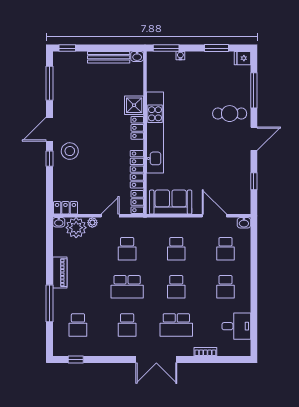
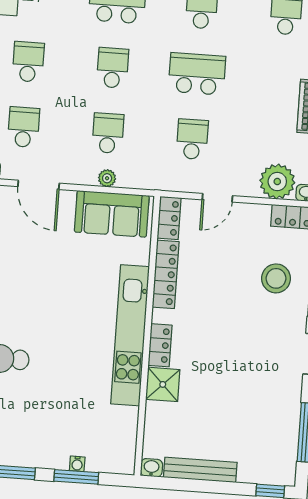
window: (166, 48) -> (76, 477), moved
stool: (70, 151) -> (276, 278), moved
plant: (92, 223) -> (107, 178), moved

